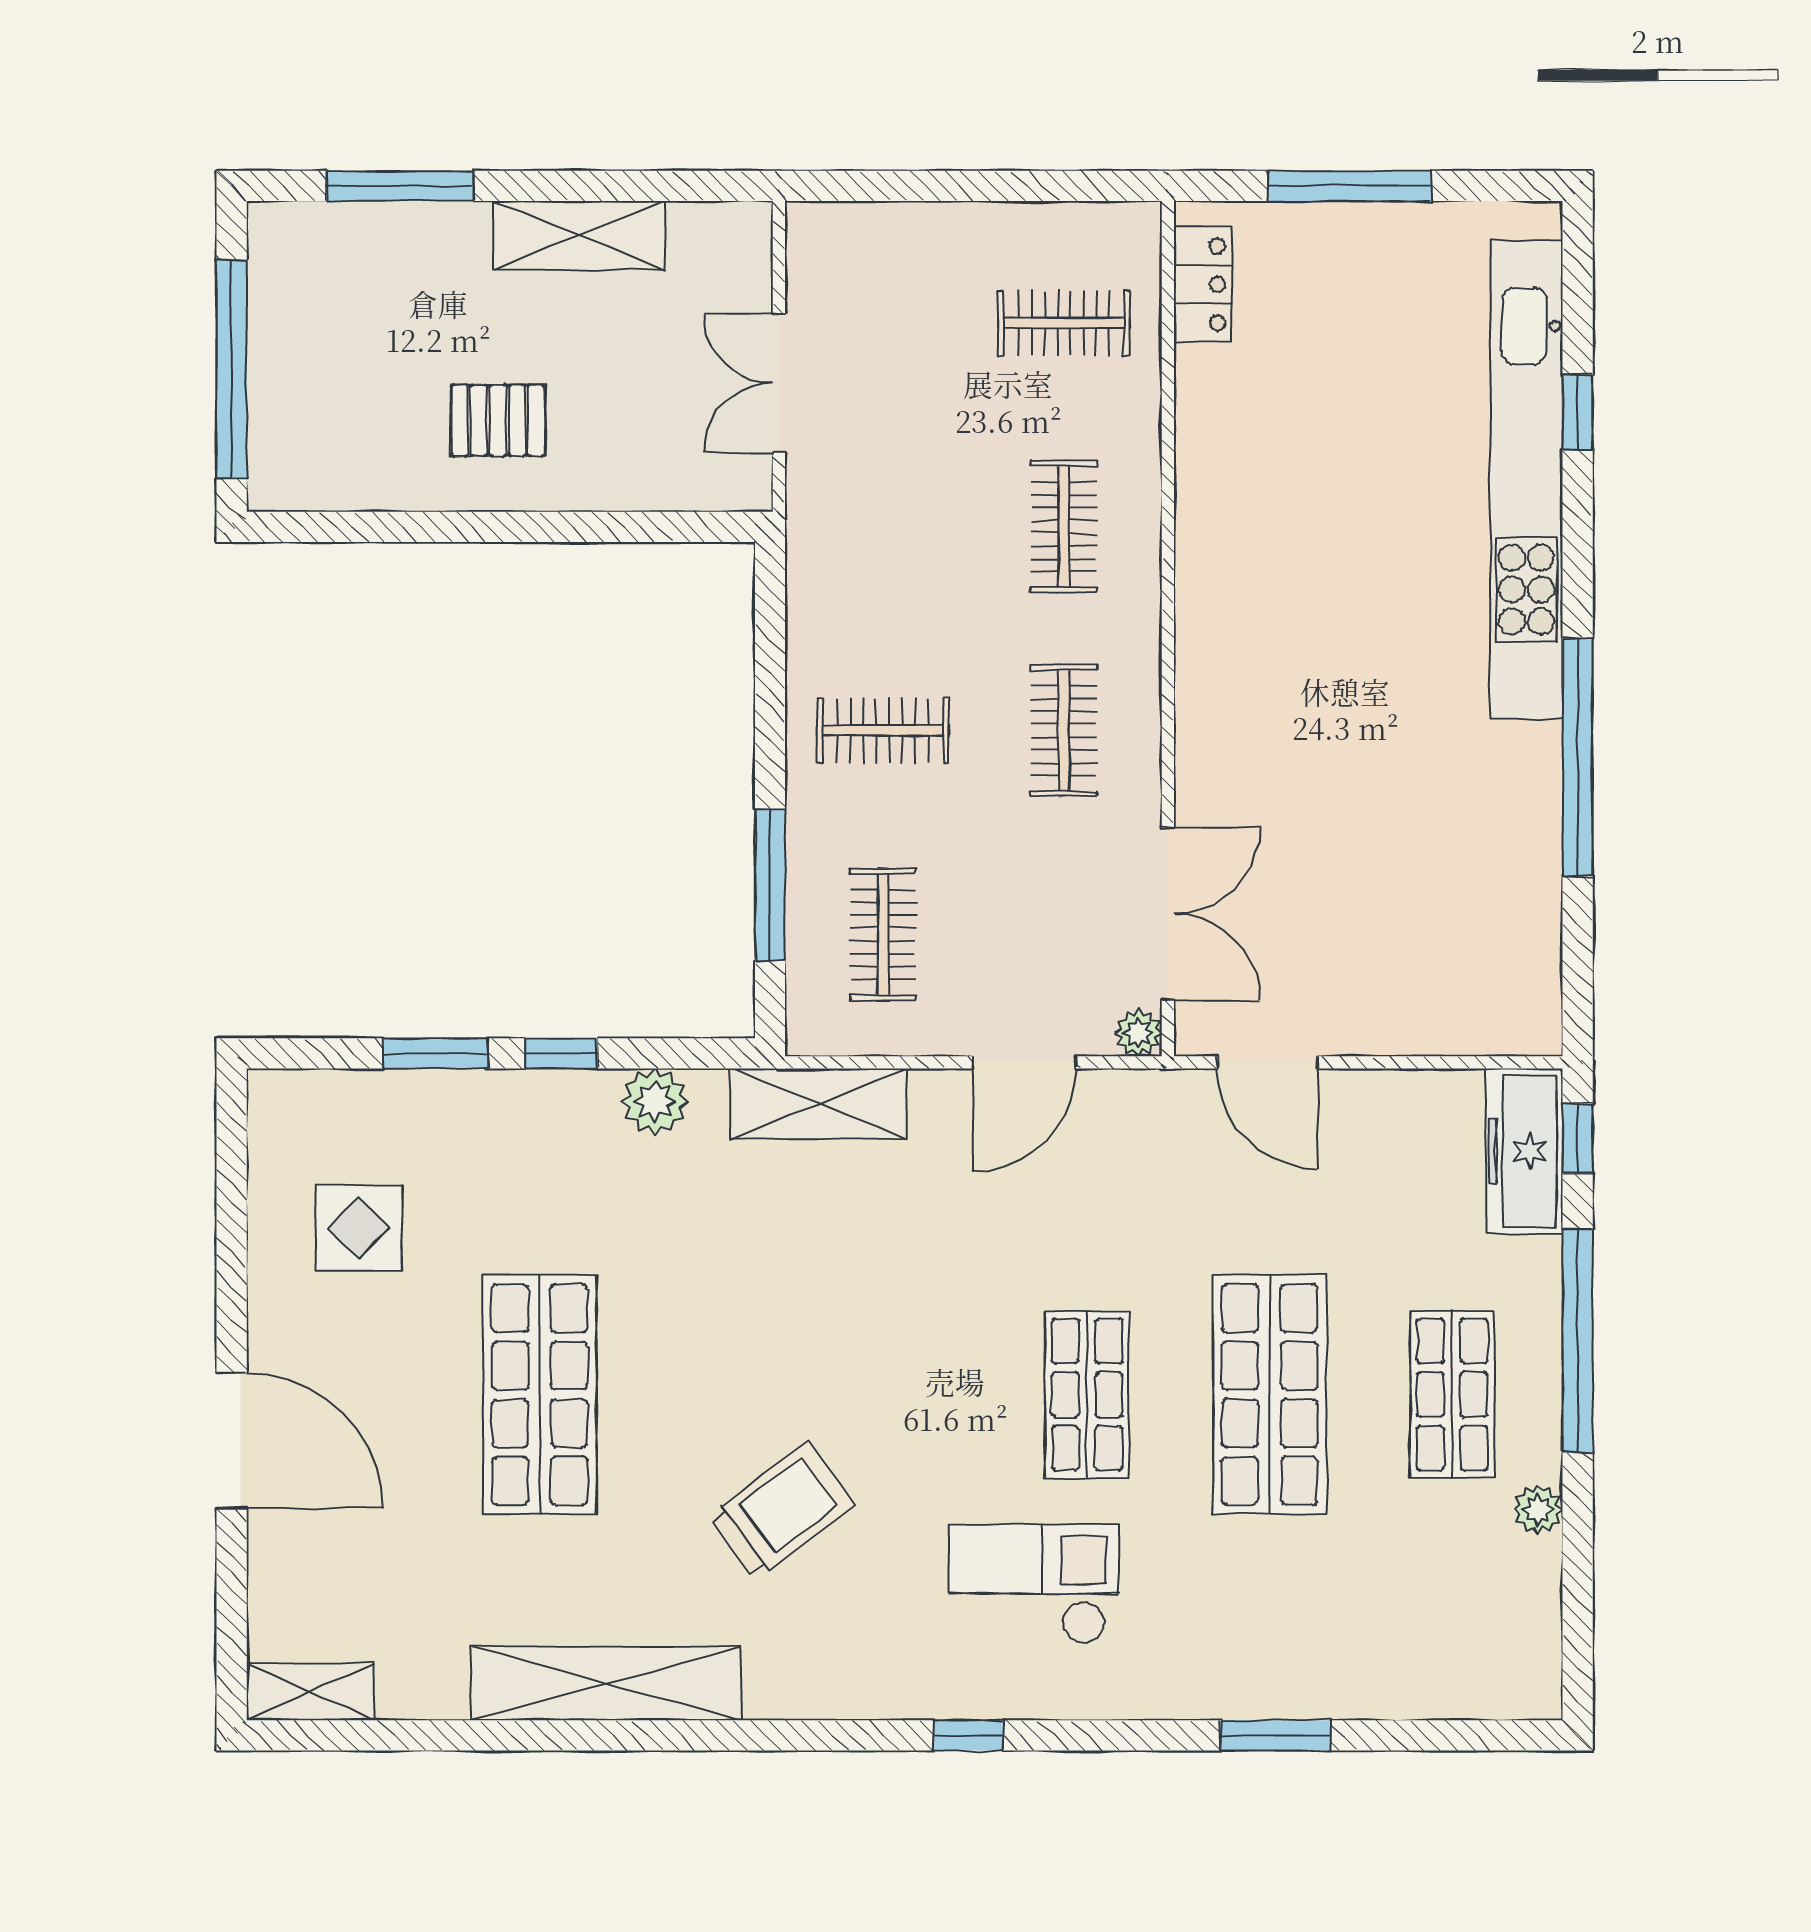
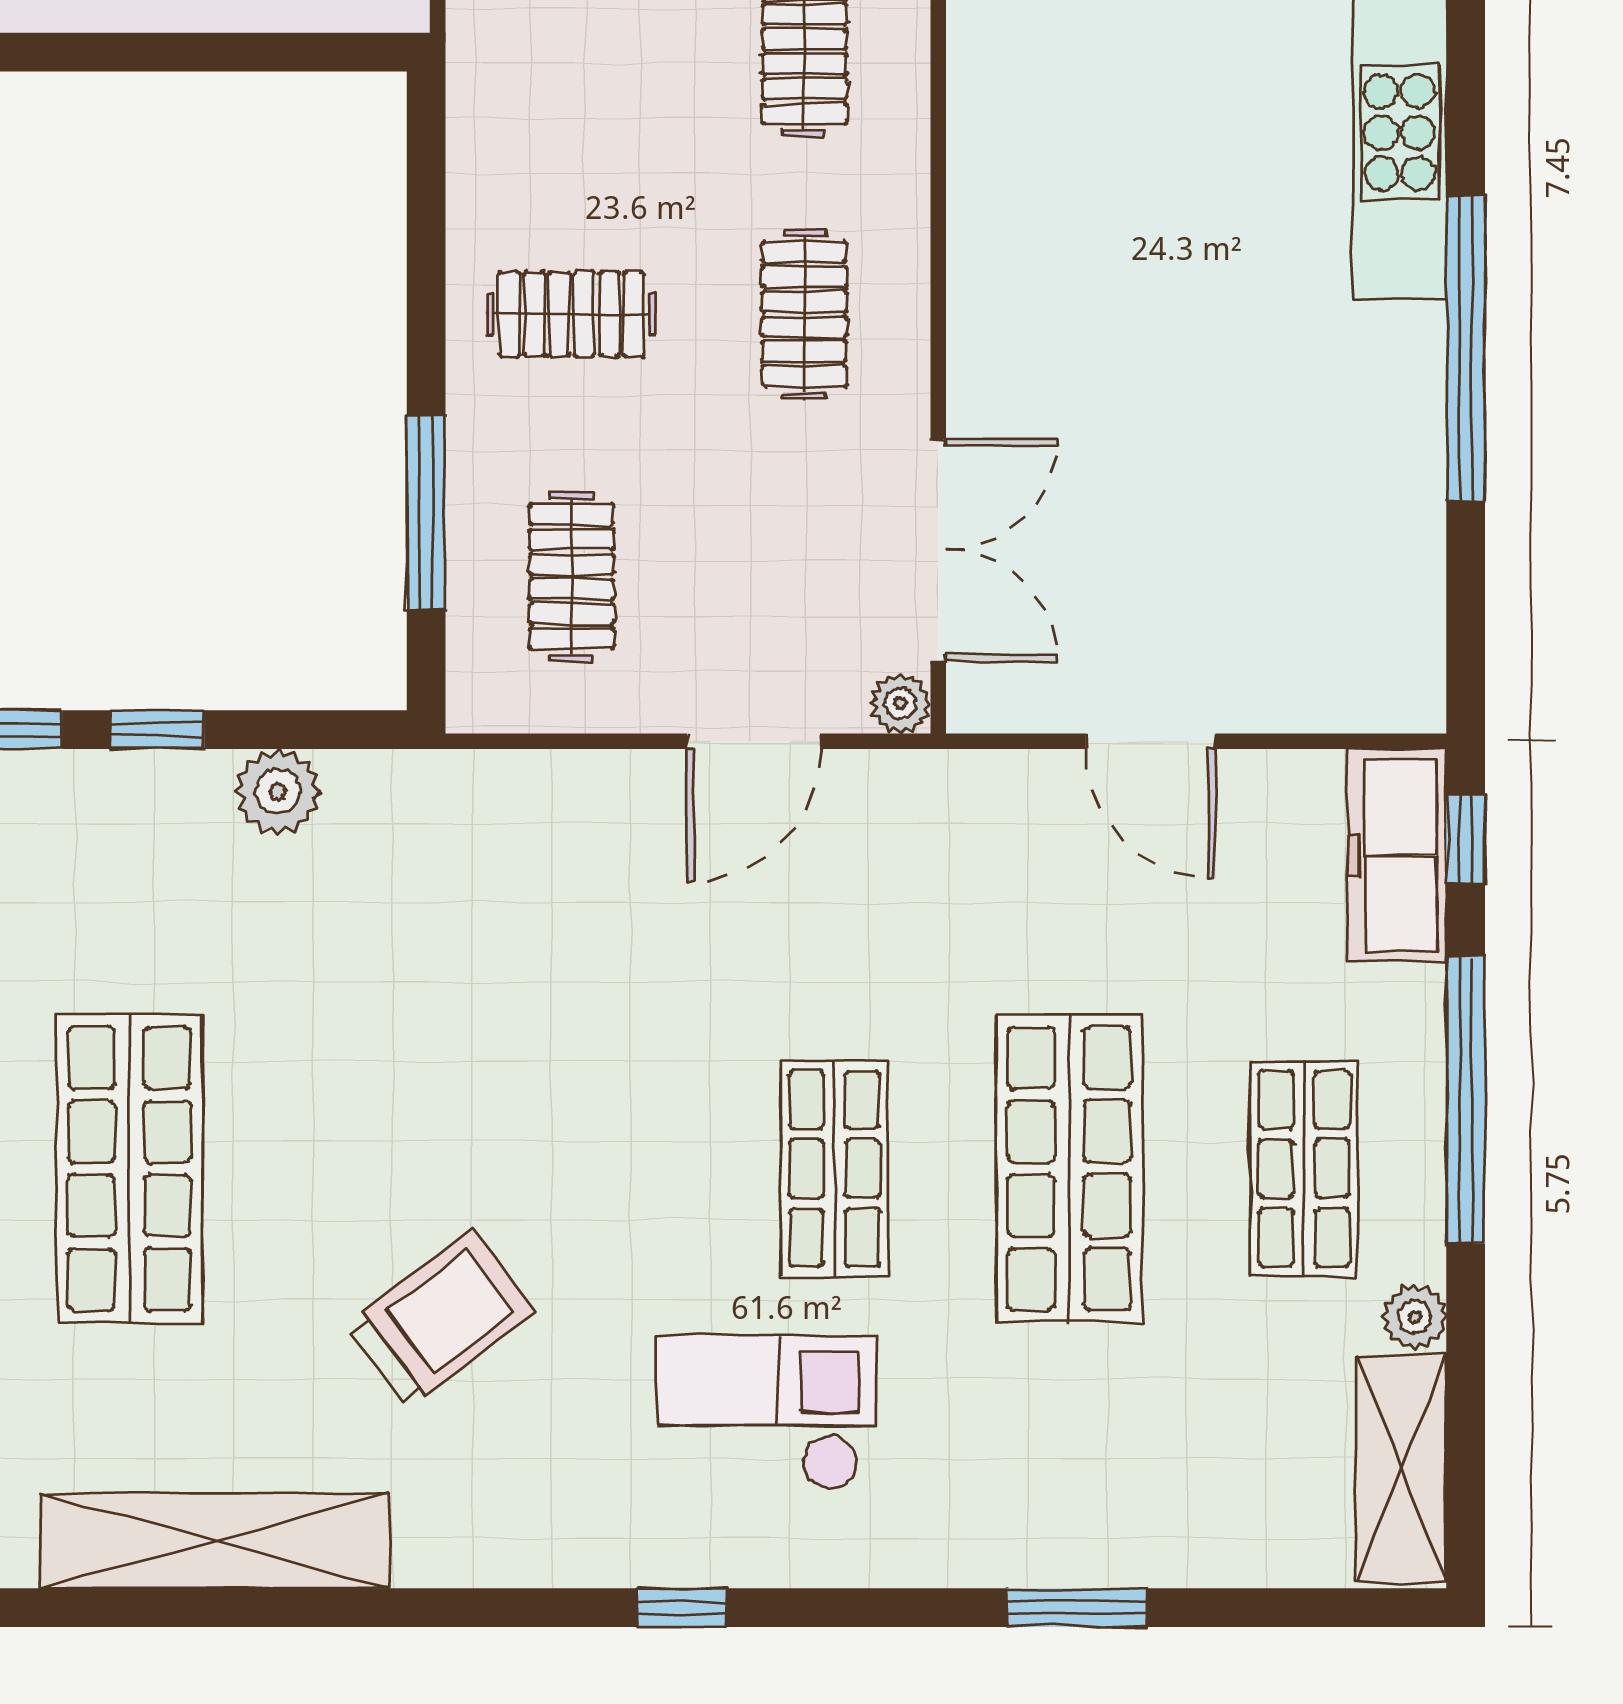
door: (1268, 1062) -> (1151, 741), moved
shelving: (818, 1104) -> (1401, 1468), moved, turned 90

